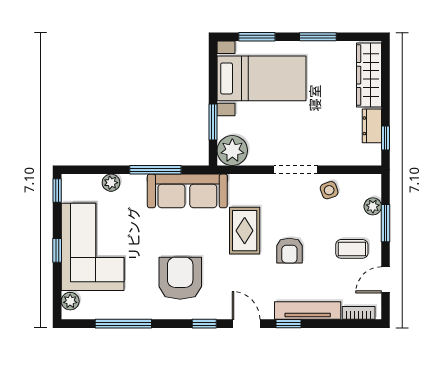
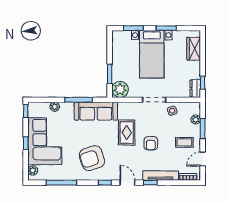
wardrobe: (369, 75) -> (194, 49), width x0.67
bed with nightstands: (262, 78) -> (152, 54), moved, turned 90
dresser: (372, 126) -> (195, 88), moved
armchair: (180, 278) -> (92, 158), turned -108

